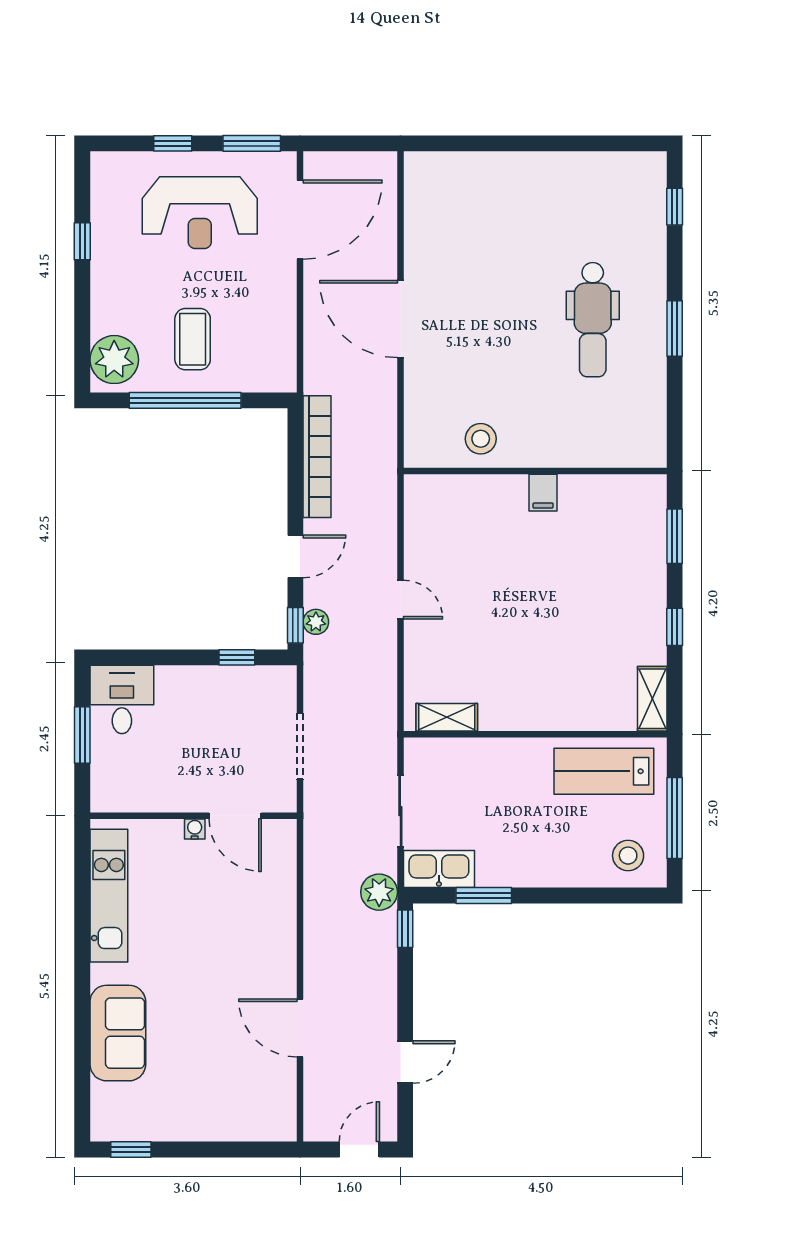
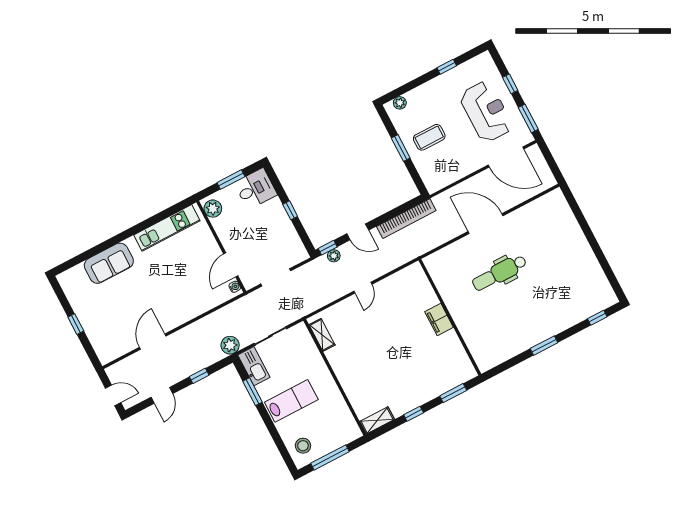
reception desk: (200, 213) -> (486, 112), turned 180
door: (400, 319) -> (485, 224), hinge flipped
dental chair: (593, 320) -> (499, 273), moved
plant: (114, 360) -> (400, 103), width x0.53, depth x0.53
window: (185, 400) -> (401, 148), width x0.47
stool: (481, 439) -> (451, 286), removed
filing cabinet: (543, 493) -> (439, 319), width x2.00
window: (237, 657) -> (290, 210), moved
lab bench: (604, 771) -> (291, 401), moved, turned 90
plant: (117, 795) -> (213, 209), added
water cooler: (195, 829) -> (235, 287), moved
window: (405, 929) -> (199, 376), moved
door: (405, 1062) -> (162, 395), hinge flipped
window: (131, 1149) -> (76, 324), moved

